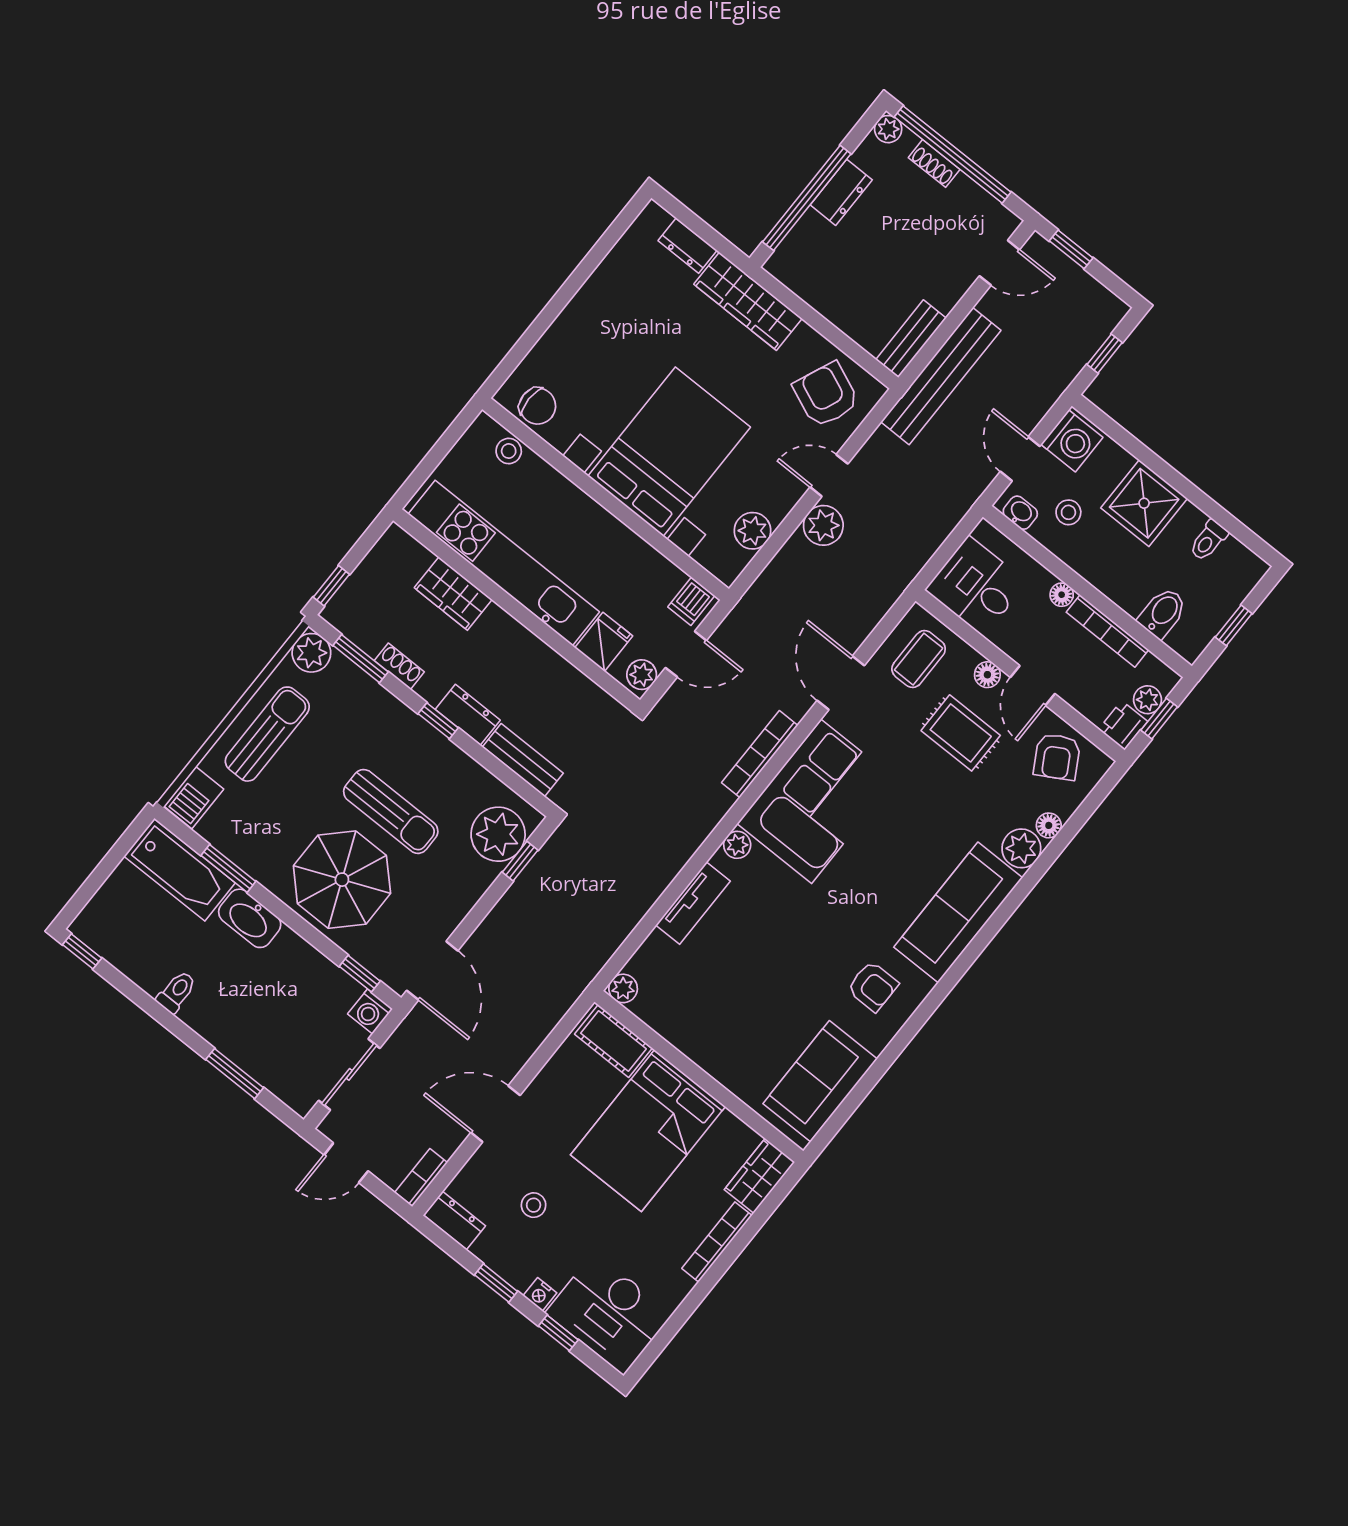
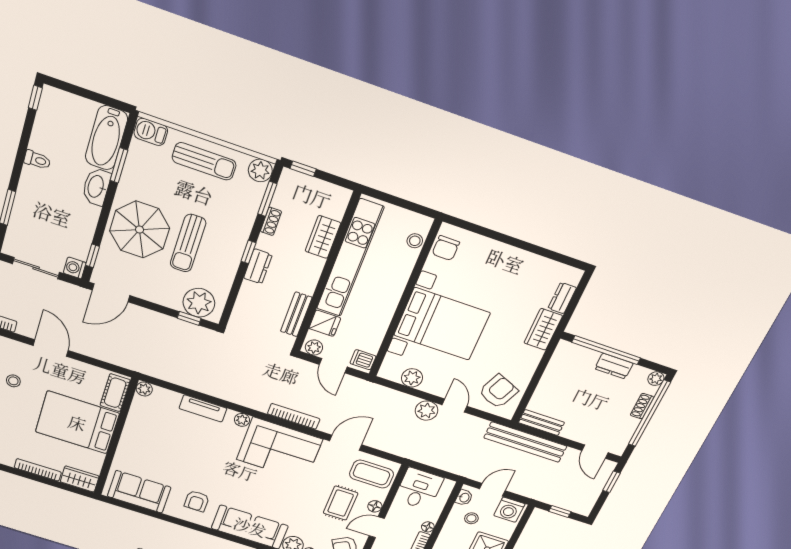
wardrobe: (748, 301) -> (543, 329), width x0.67
coffee table: (919, 659) -> (371, 474), width x1.36, depth x1.30
bench: (523, 760) -> (296, 314), moved

